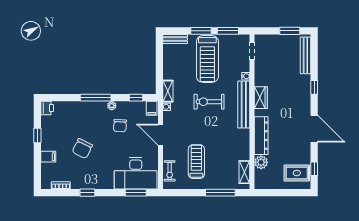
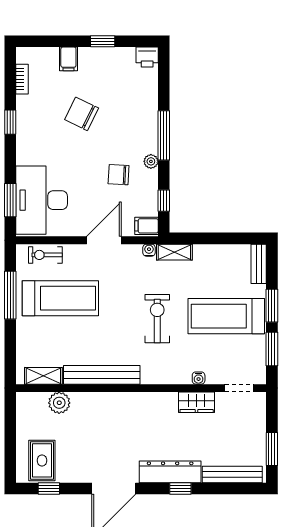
wardrobe: (261, 98) -> (197, 402), moved
bench: (244, 105) -> (102, 375), moved
dresser: (261, 136) -> (170, 472), moved, turned 180
treadmill: (196, 162) -> (60, 298), width x1.37, depth x1.38
window: (220, 193) -> (10, 295), moved

